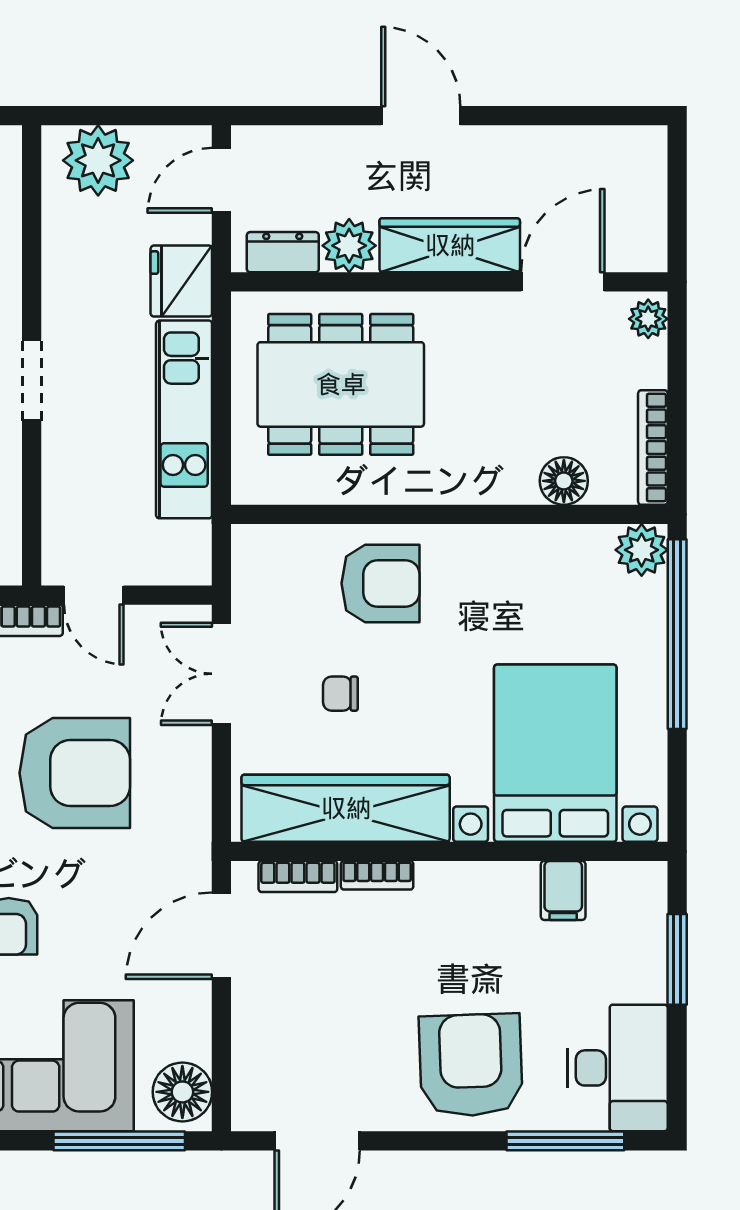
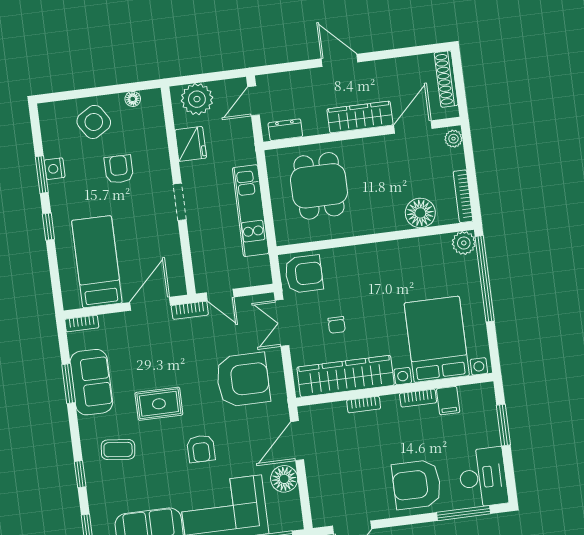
shoe rack: (649, 186) -> (446, 79), added
plant: (349, 246) -> (315, 123), removed
fridge: (181, 281) -> (191, 144), moved, turned 180
dining table: (341, 384) -> (319, 186), width x0.73
floor lamp: (564, 481) -> (420, 213), width x1.38, depth x1.38
armchair: (381, 583) -> (304, 274), moved
chair: (340, 694) -> (337, 325), turned -90
armchair: (75, 773) -> (243, 380), moved
bookcase: (298, 877) -> (418, 398), moved
armchair: (471, 1065) -> (417, 484), turned -88
floor lamp: (182, 1092) -> (284, 479), moved

